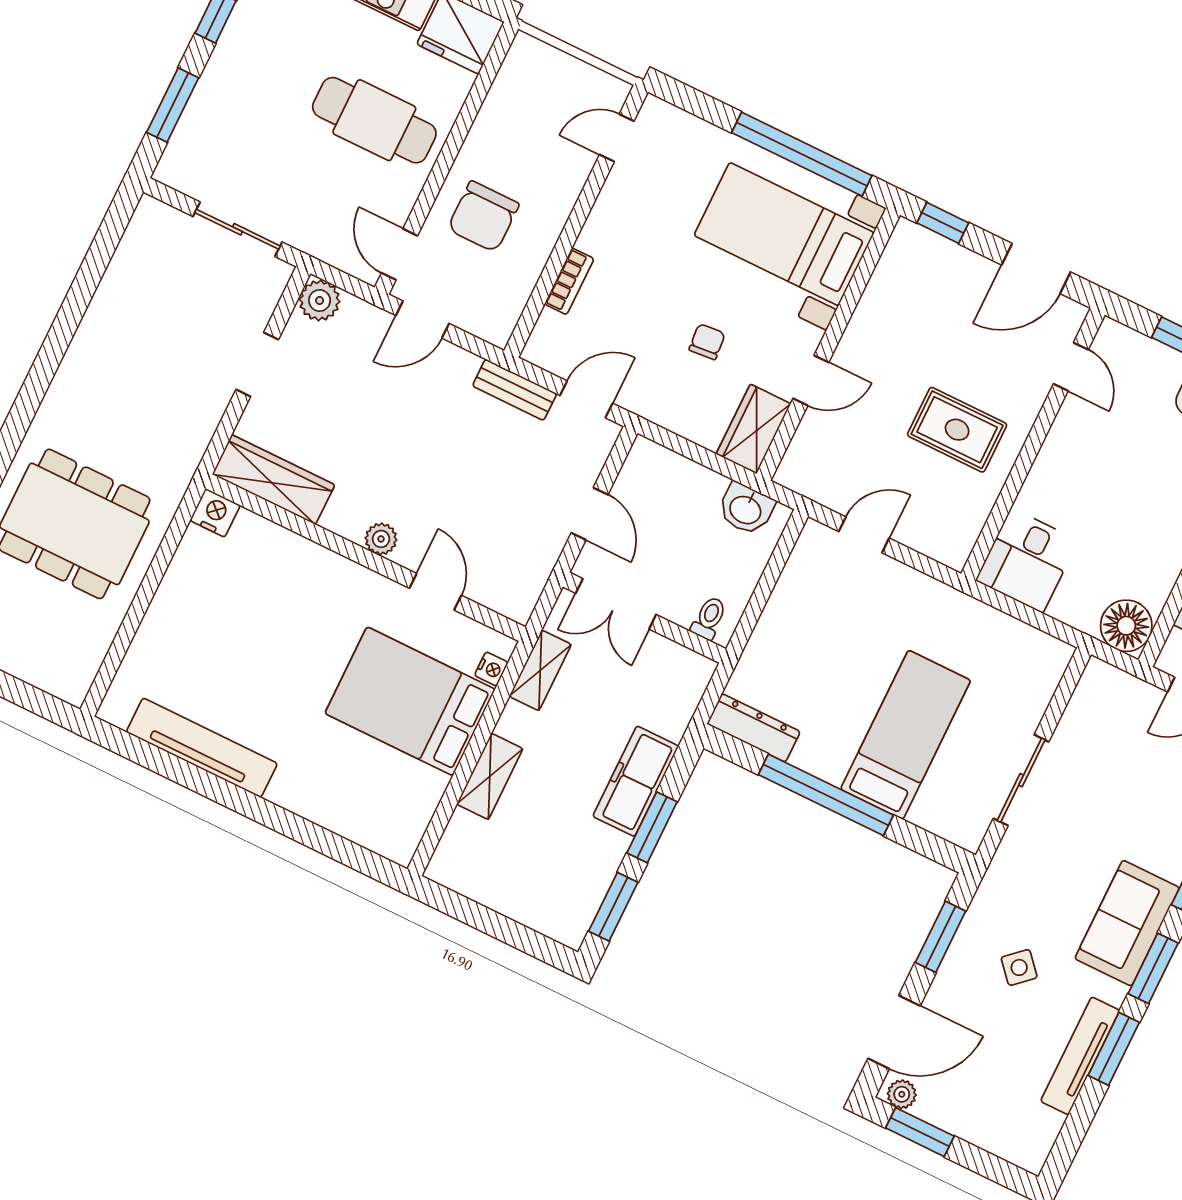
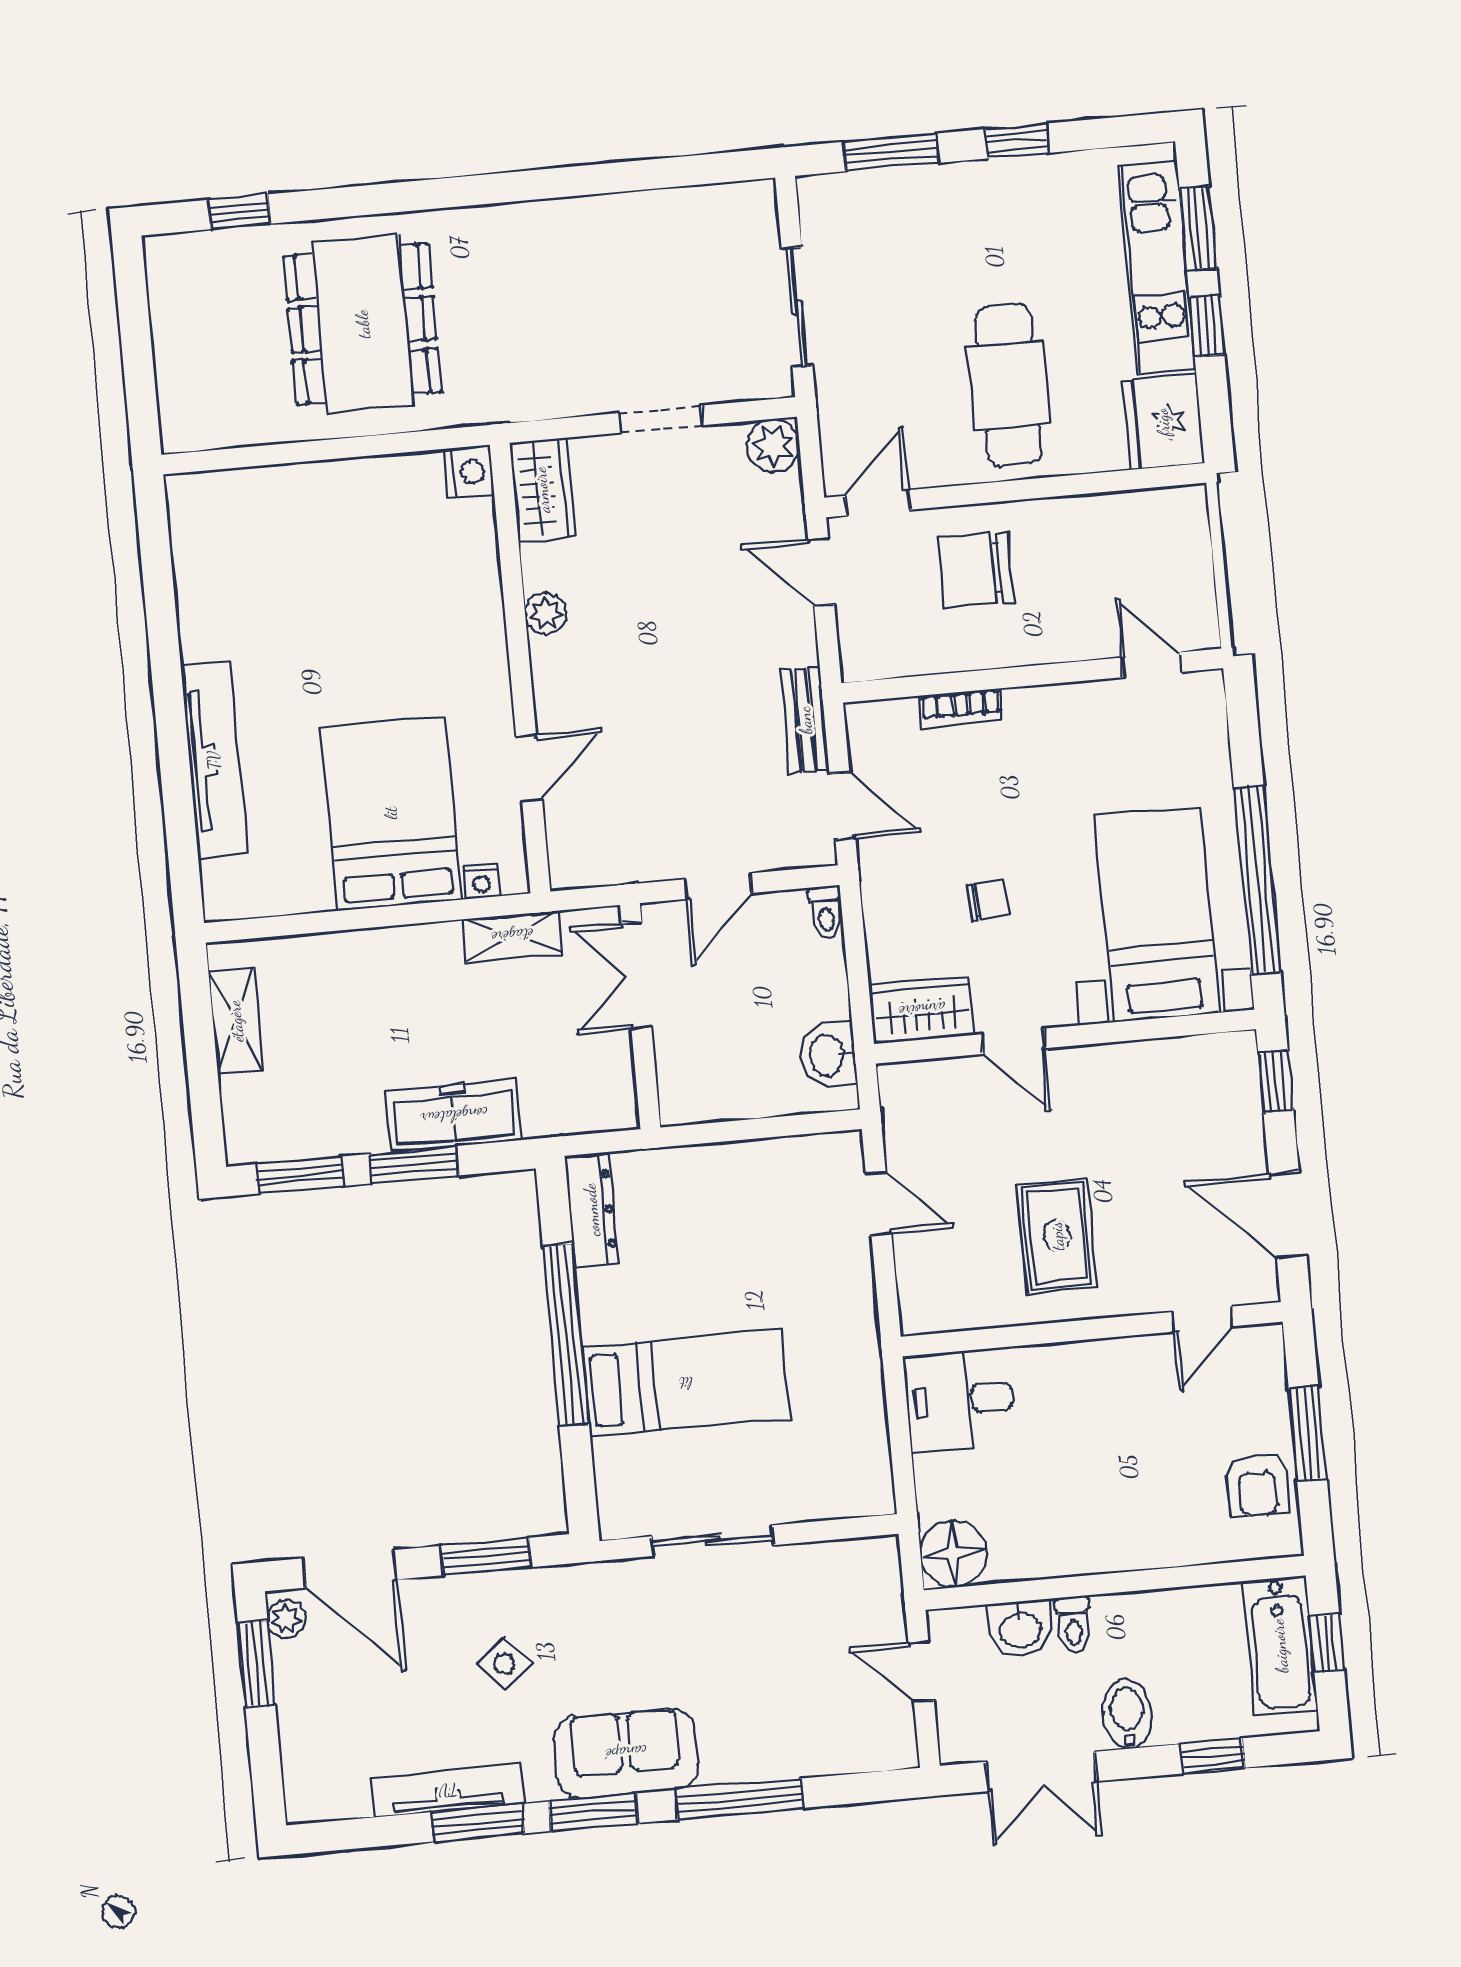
wardrobe: (273, 480) -> (542, 490), width x0.67
plant: (381, 539) -> (546, 613), moved
toilet: (709, 618) -> (826, 913), moved, turned 90
tv unit: (202, 748) -> (214, 760), moved
shelving: (490, 776) -> (236, 1021), moved, turned 90

